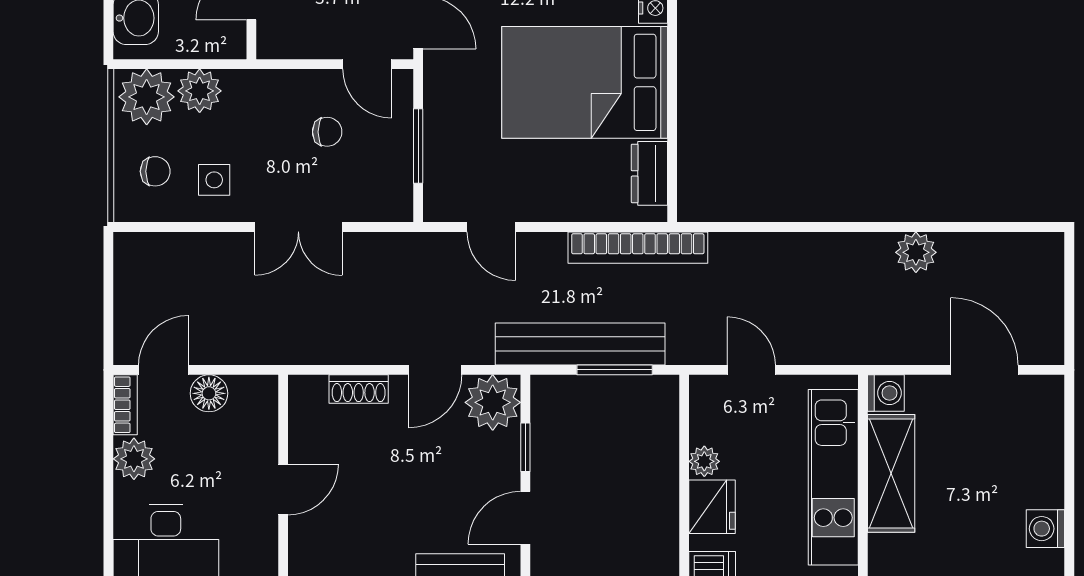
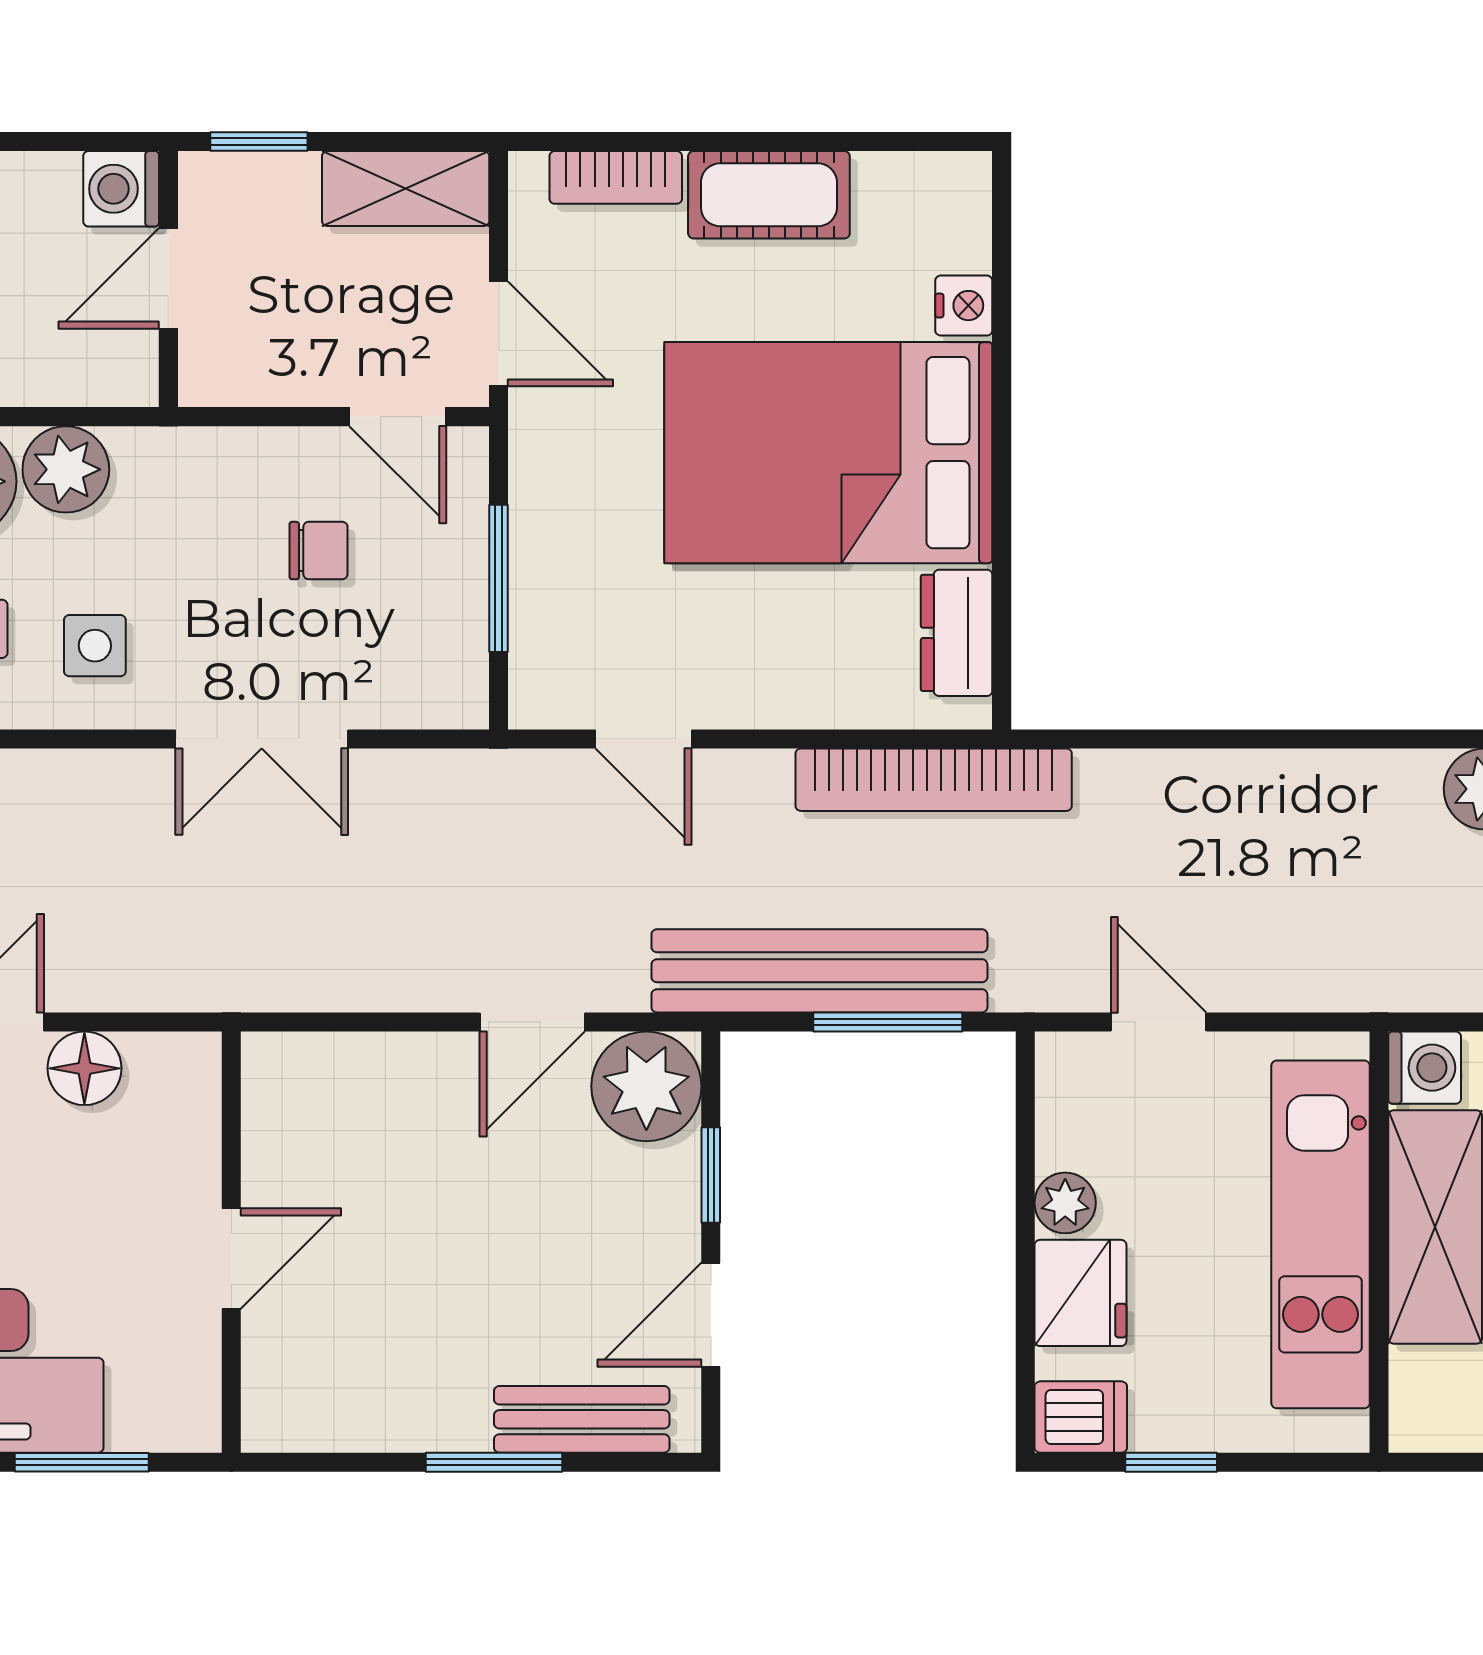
shoe rack: (359, 389) -> (381, 1060), removed

